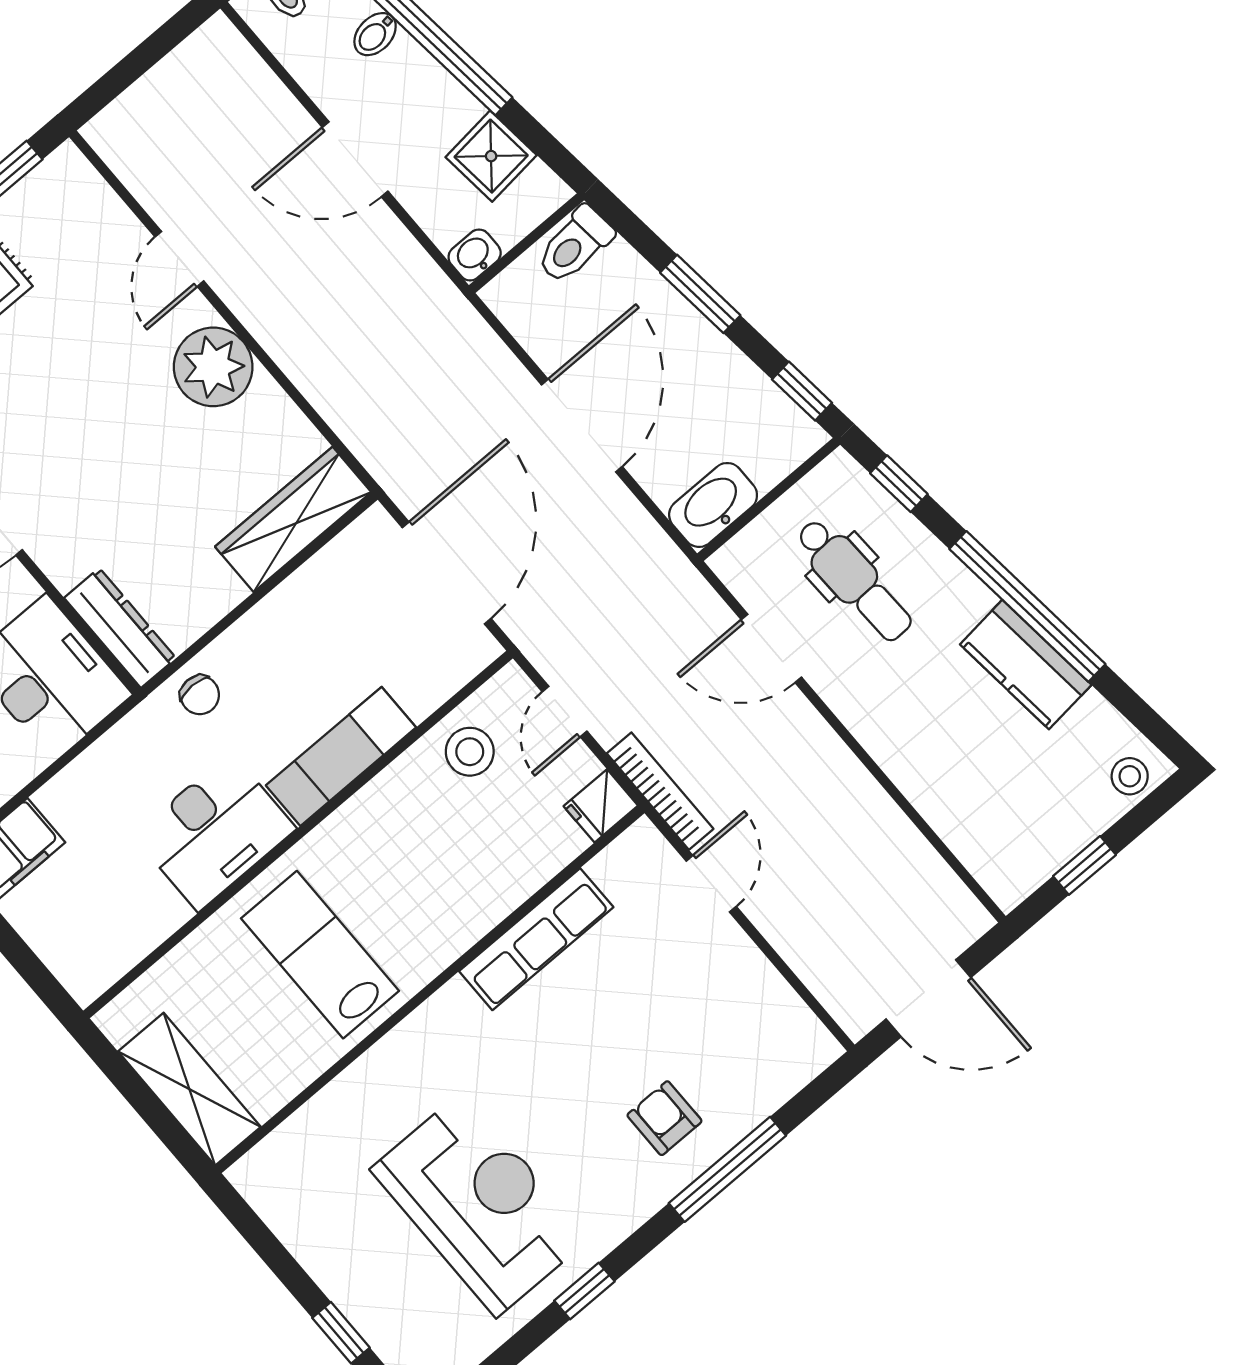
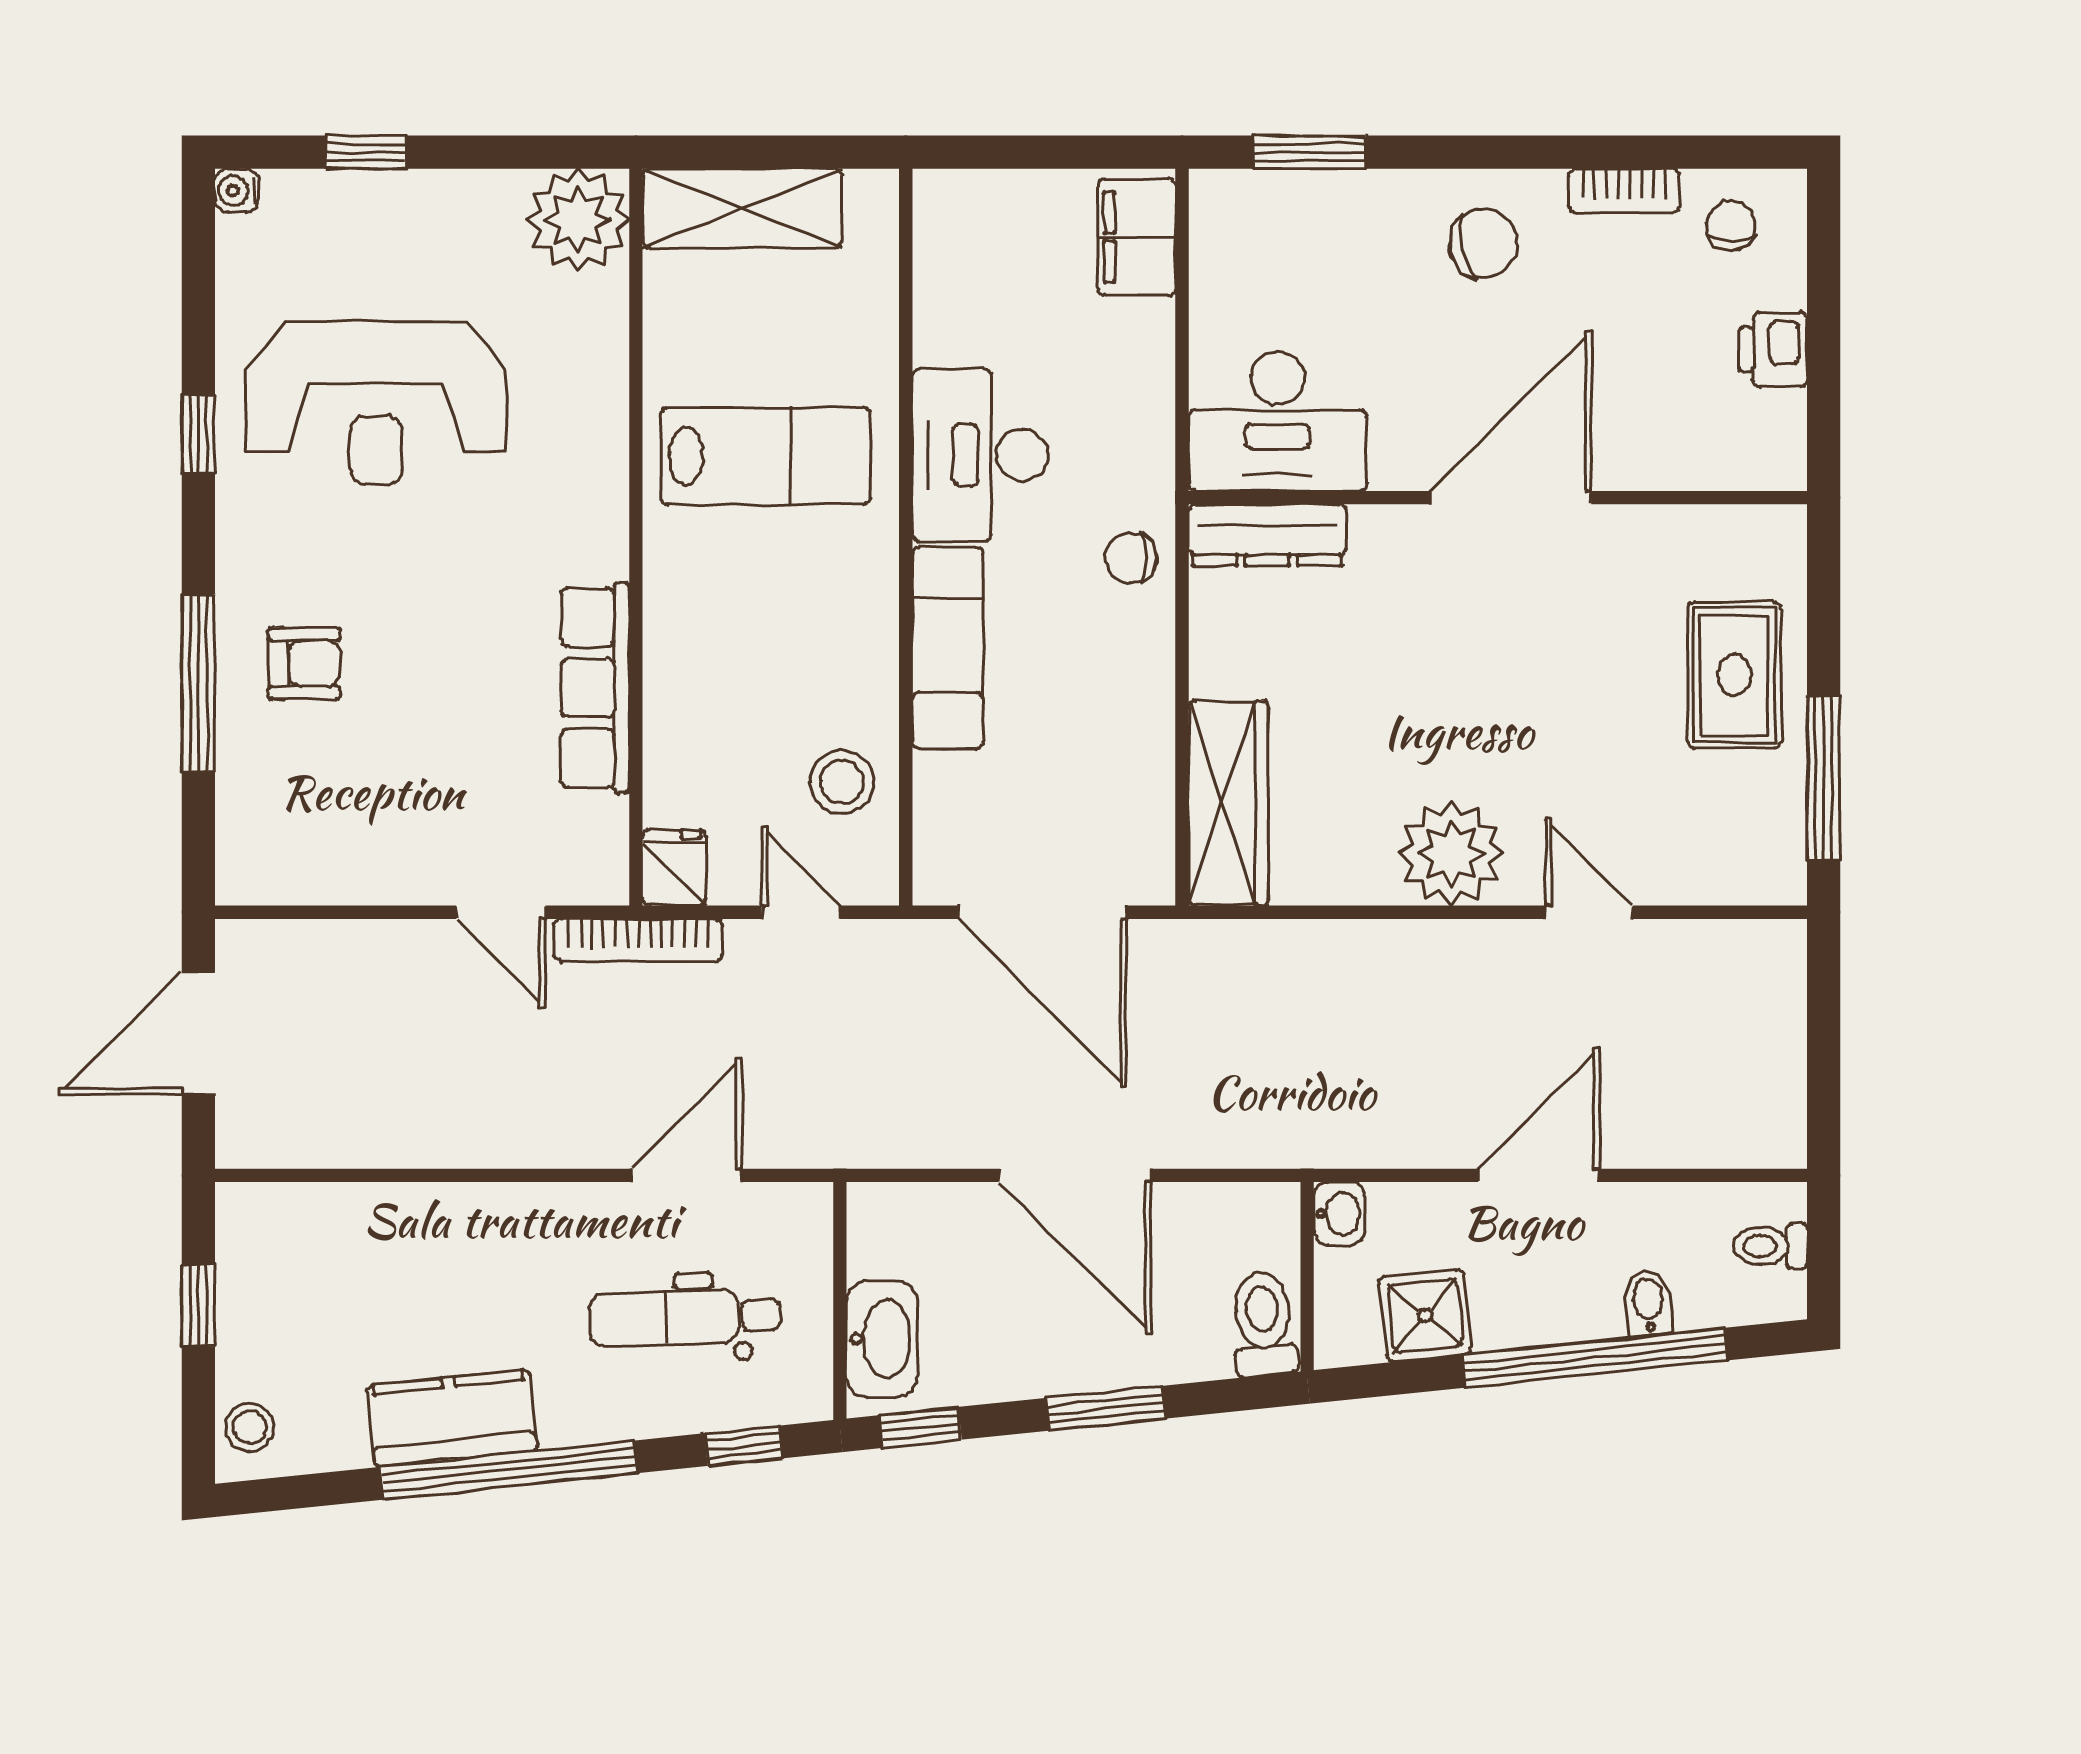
washbasin: (713, 505) -> (882, 1339), moved
plant: (276, 1178) -> (578, 220), added

